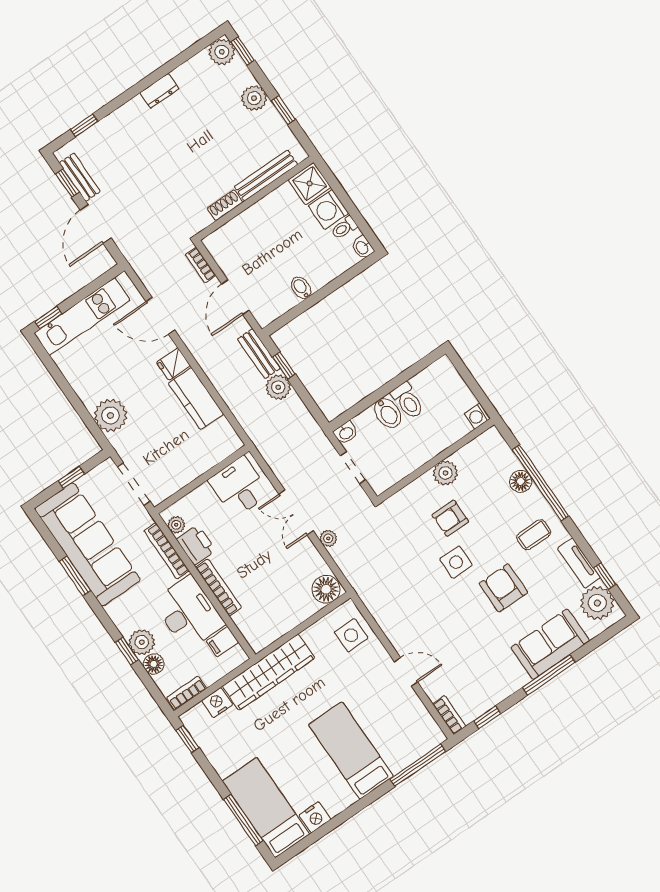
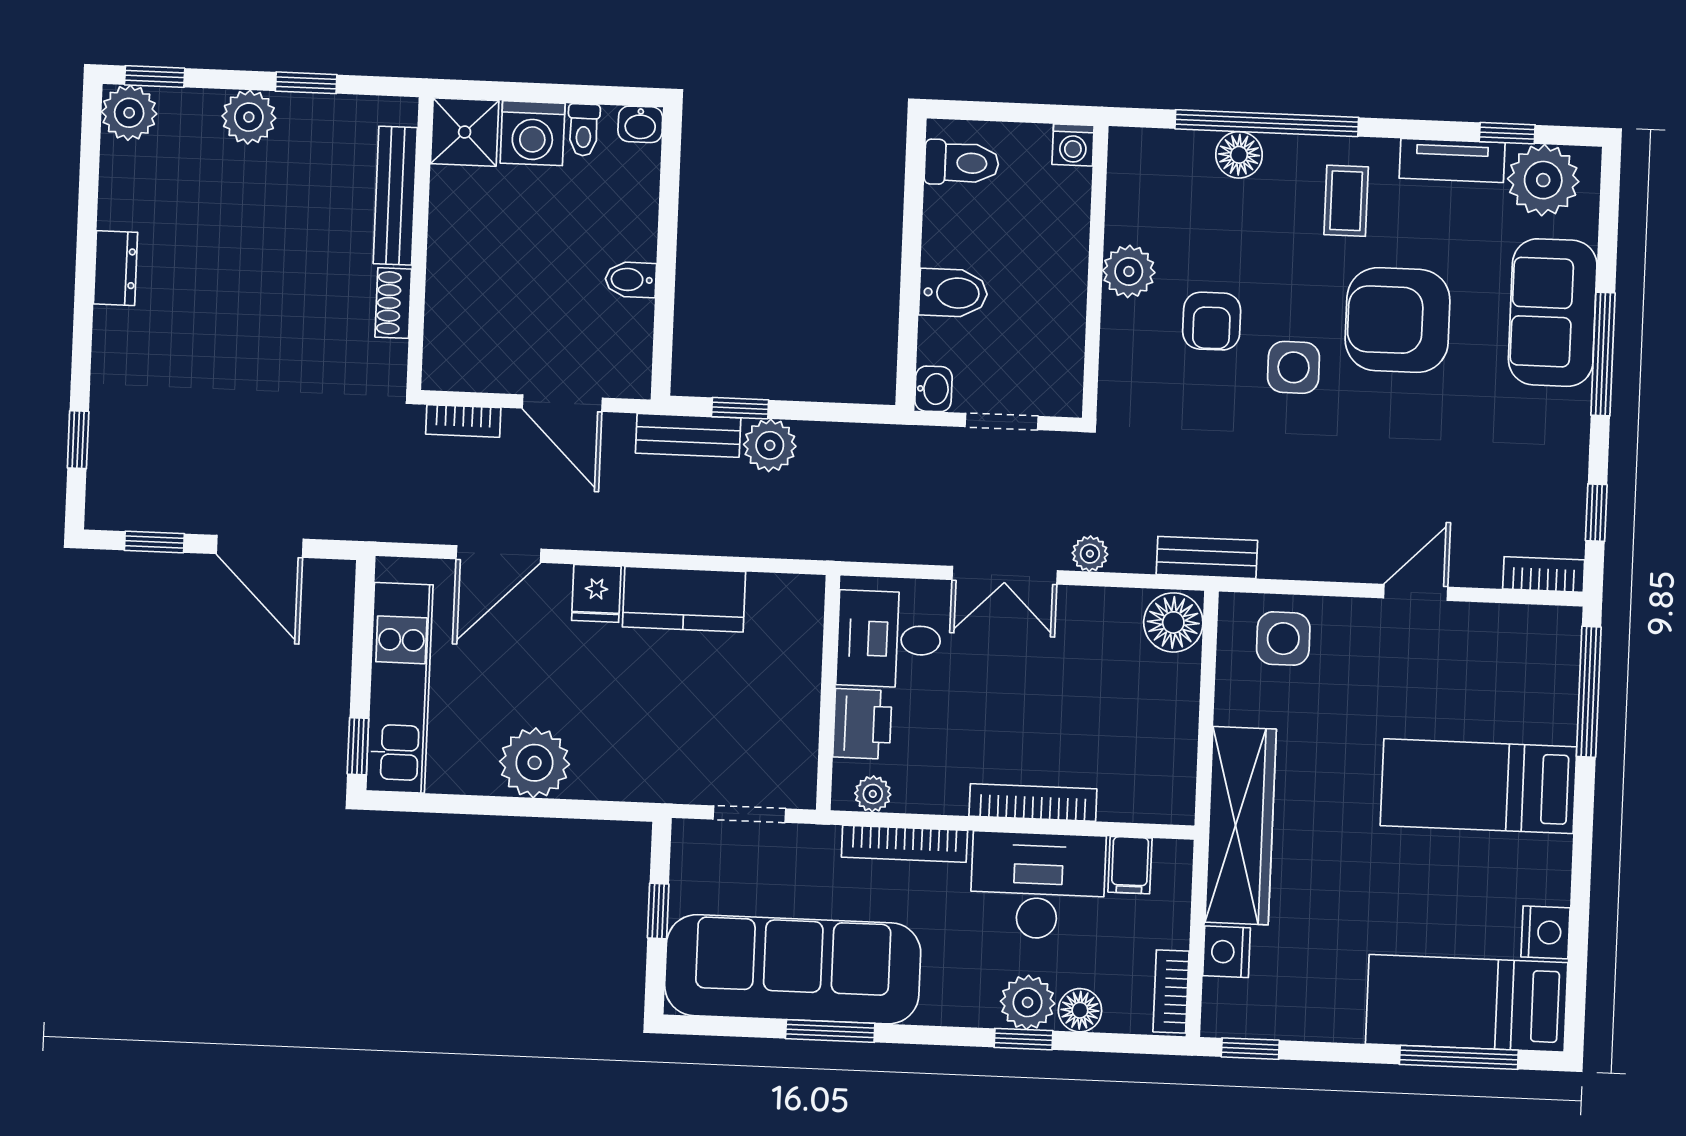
bench: (80, 177) -> (1207, 557), moved
toilet: (408, 401) -> (962, 163), moved
plant: (111, 415) -> (535, 763), moved
doorway: (134, 484) -> (749, 814), width x0.73
printer: (196, 545) -> (862, 724), moved, turned 90
armchair: (503, 588) -> (1398, 320), width x1.36, depth x1.36

